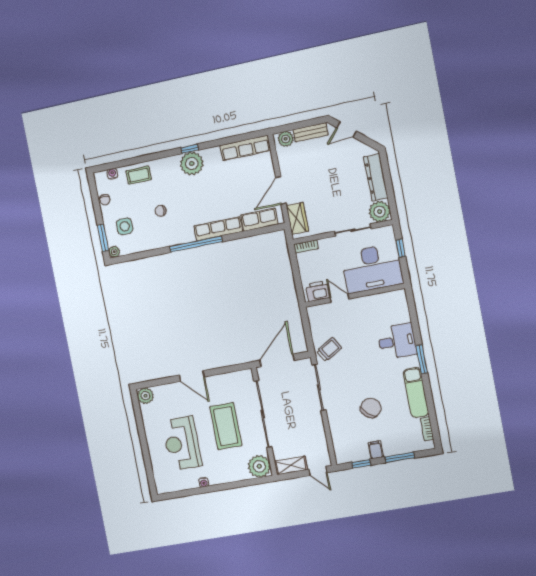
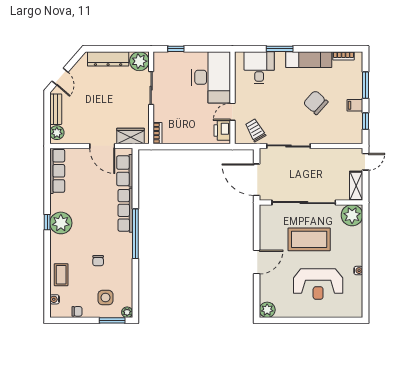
desk: (372, 268) -> (211, 77), moved
printer: (317, 291) -> (222, 131), moved
wall: (355, 295) -> (232, 98), moved
door: (339, 298) -> (232, 112), moved

